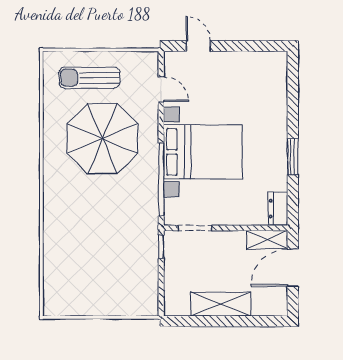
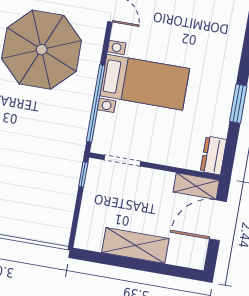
bed with nightstands: (203, 152) -> (145, 82), width x0.73

